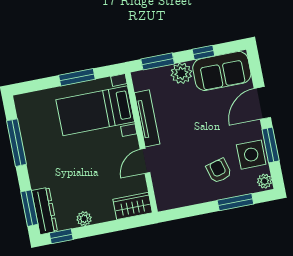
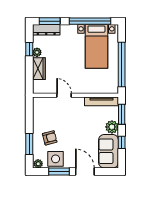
window: (77, 77) -> (122, 65), width x2.11
bed with nightstands: (95, 111) -> (96, 46), moved, turned 180
tv unit: (147, 118) -> (102, 101), moved
window: (16, 143) -> (90, 21), width x1.46
wardrobe: (133, 206) -> (39, 69), moved
window: (61, 236) -> (29, 49), moved

